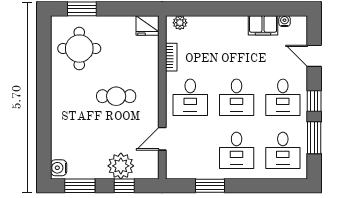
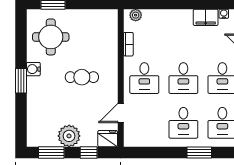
fridge: (147, 25) -> (108, 139), moved, turned 180
window: (44, 100) -> (21, 81), added
plant: (121, 166) -> (69, 136), moved
water cooler: (59, 168) -> (33, 69), moved
window: (210, 186) -> (199, 153), moved

